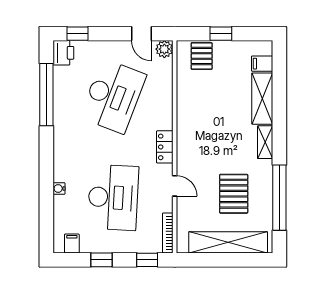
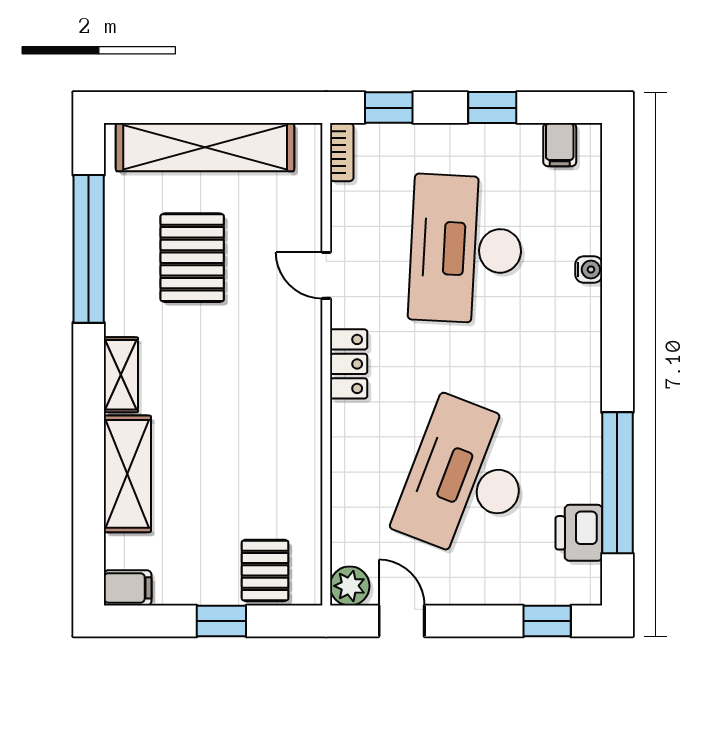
printer: (63, 53) -> (579, 533), moved
filing cabinet: (262, 64) -> (128, 588), moved
bookcase: (168, 233) -> (342, 152), width x0.64

